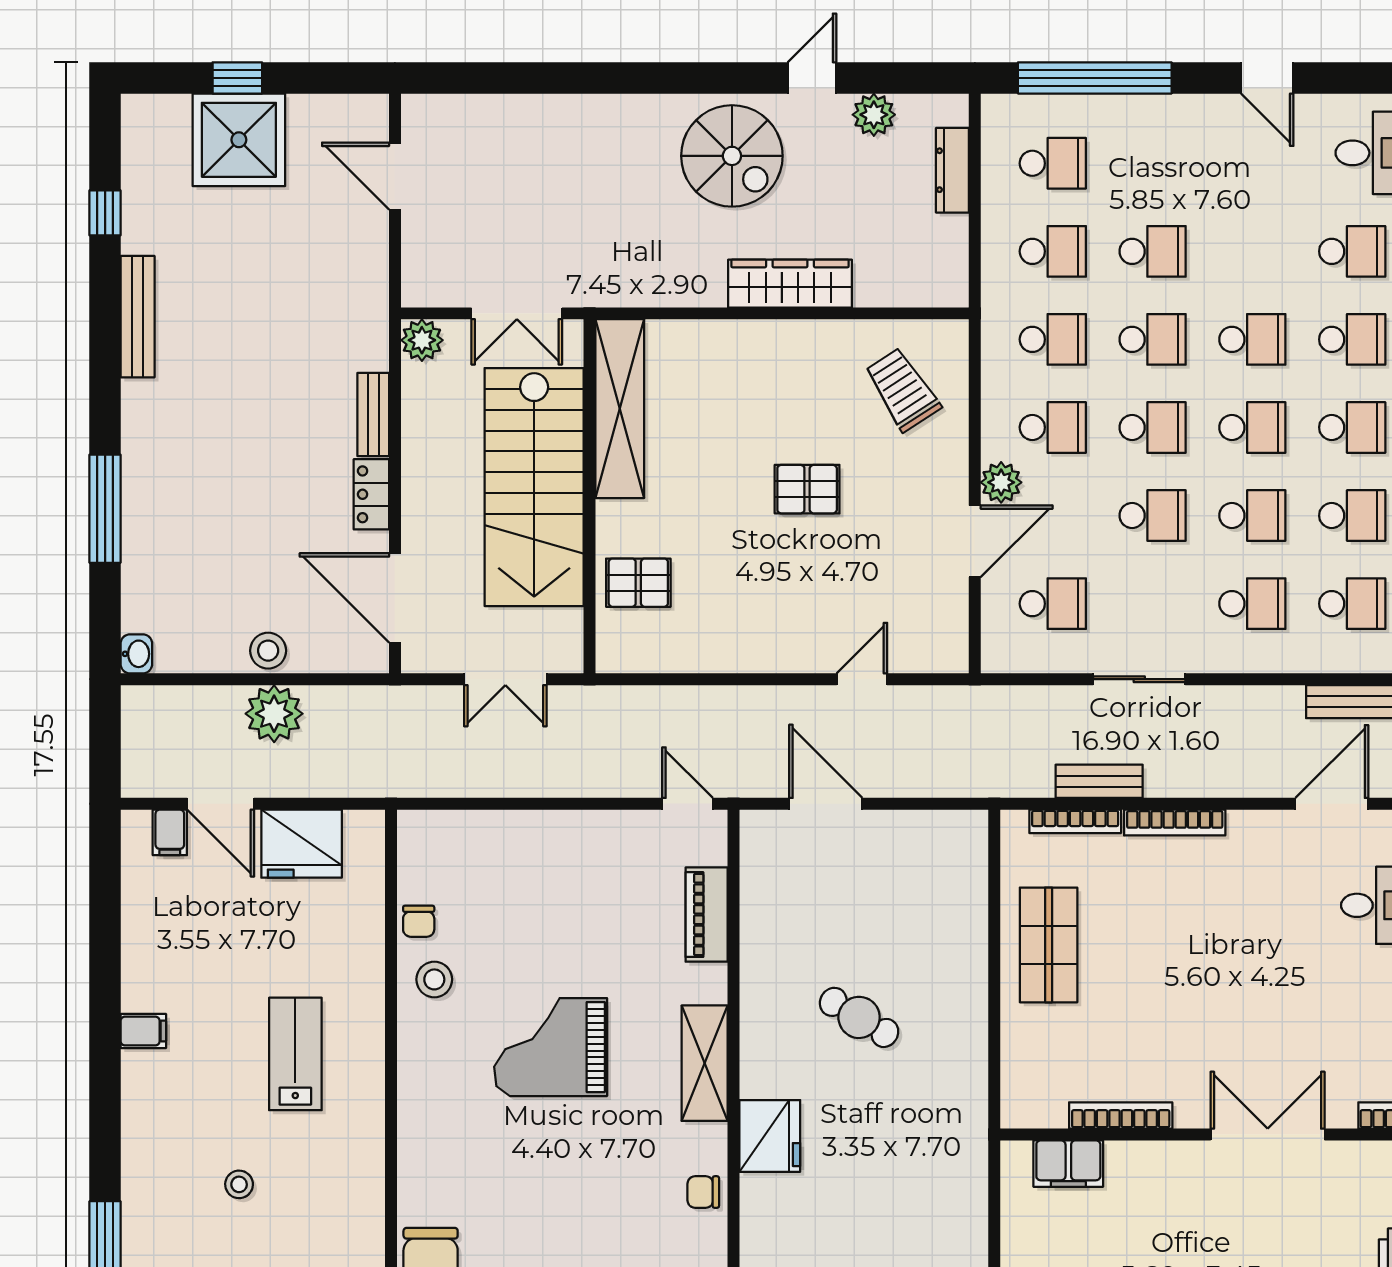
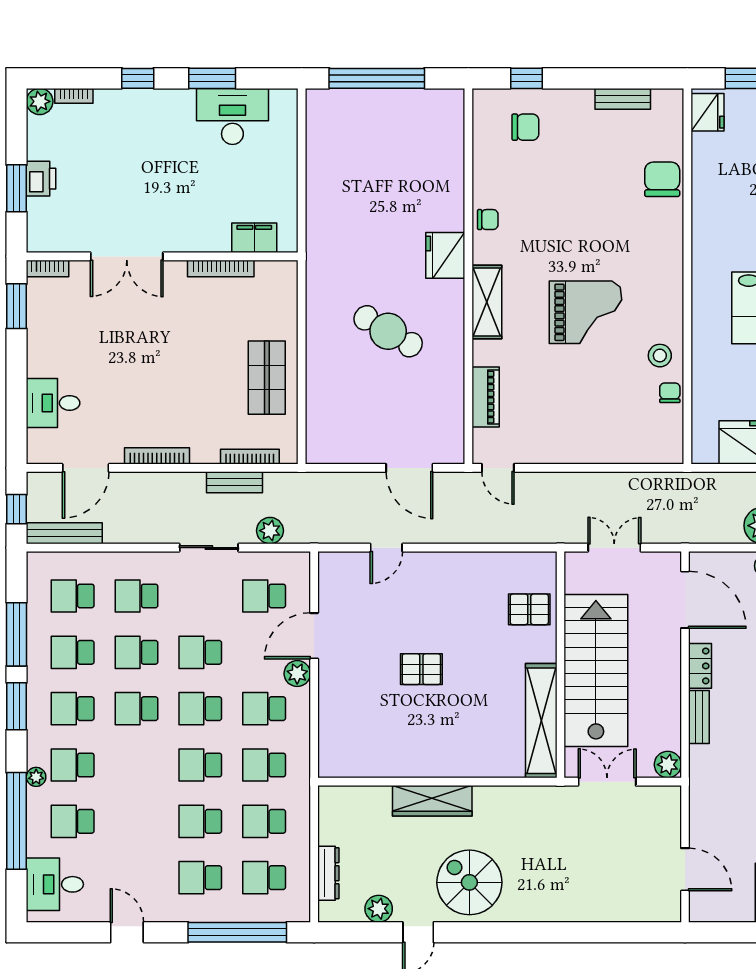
school desk: (1252, 339) -> (200, 878), moved
trolley: (903, 390) -> (360, 733), removed
plant: (1044, 706) -> (270, 531), added
bookcase: (1175, 823) -> (157, 456), moved
cafe table: (859, 1017) -> (388, 331), width x1.37, depth x1.35

